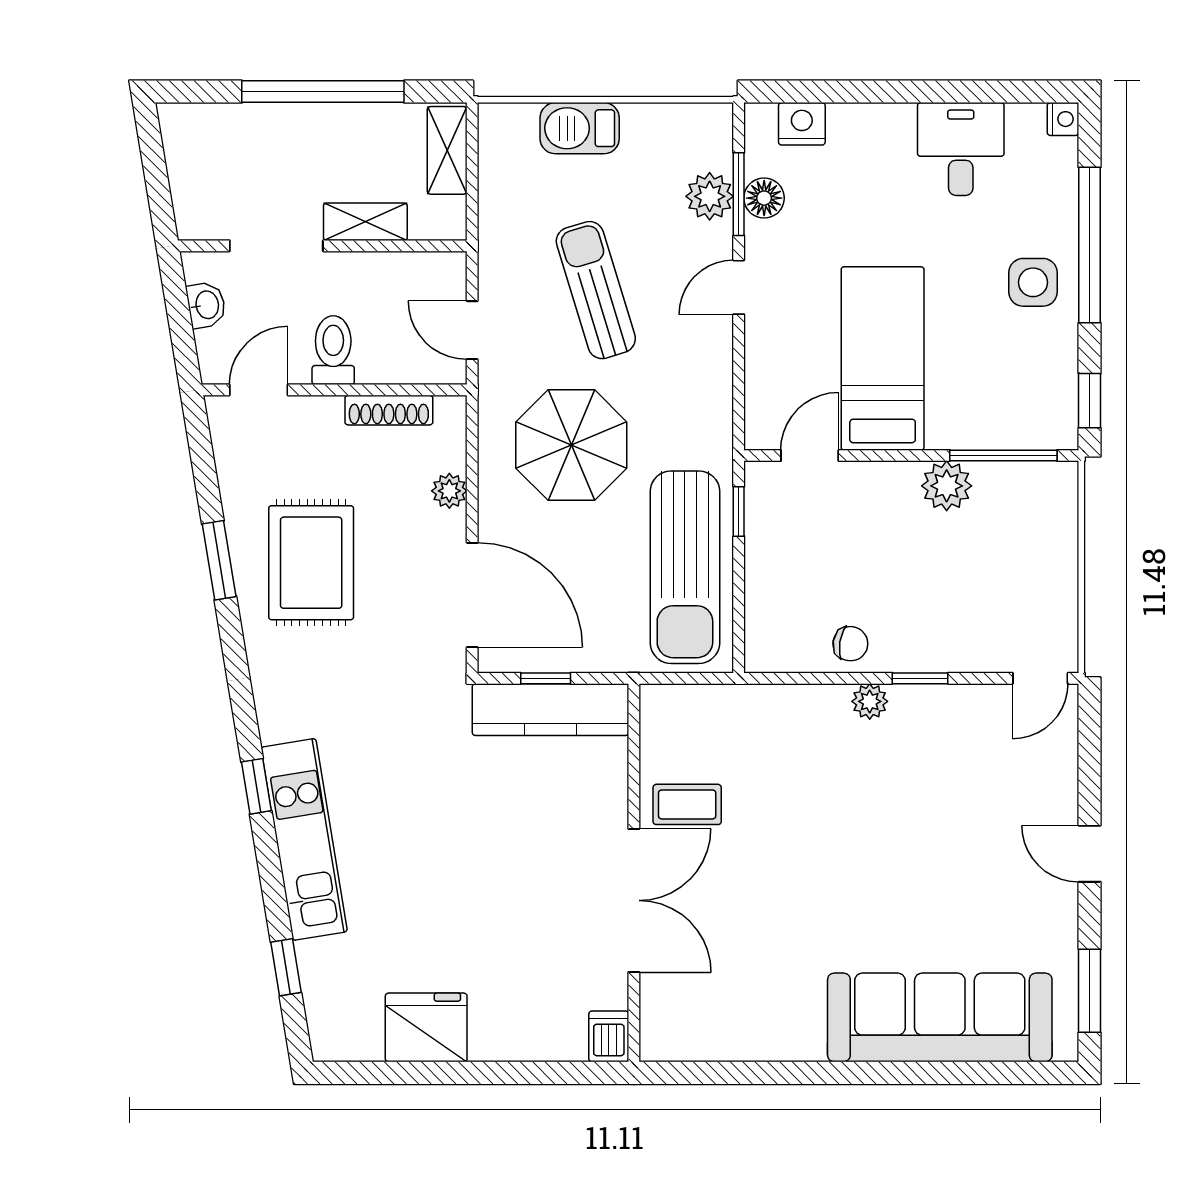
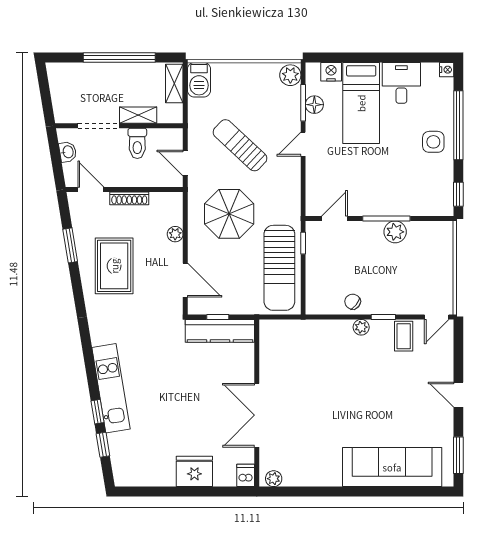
barbecue: (580, 128) -> (199, 80), moved, turned -90
plant: (710, 196) -> (290, 75), moved
sun lounger: (596, 290) -> (240, 145), turned -30
toilet: (333, 350) -> (137, 143), moved, turned 180
bed: (883, 358) -> (361, 103), moved, turned 180
door: (259, 390) -> (91, 189), hinge flipped
shoe rack: (389, 410) -> (129, 198), moved
window: (1003, 456) -> (386, 218), moved
window: (219, 560) -> (70, 245), moved
door: (472, 595) -> (185, 280), width x0.73
chair: (850, 644) -> (353, 302), turned -151
window: (256, 786) -> (98, 412), moved
coffee table: (687, 804) -> (404, 336), moved, turned 90
double door: (634, 900) -> (257, 415), swing flipped
fridge: (426, 1027) -> (194, 471), moved
plant: (672, 1044) -> (274, 479), added

